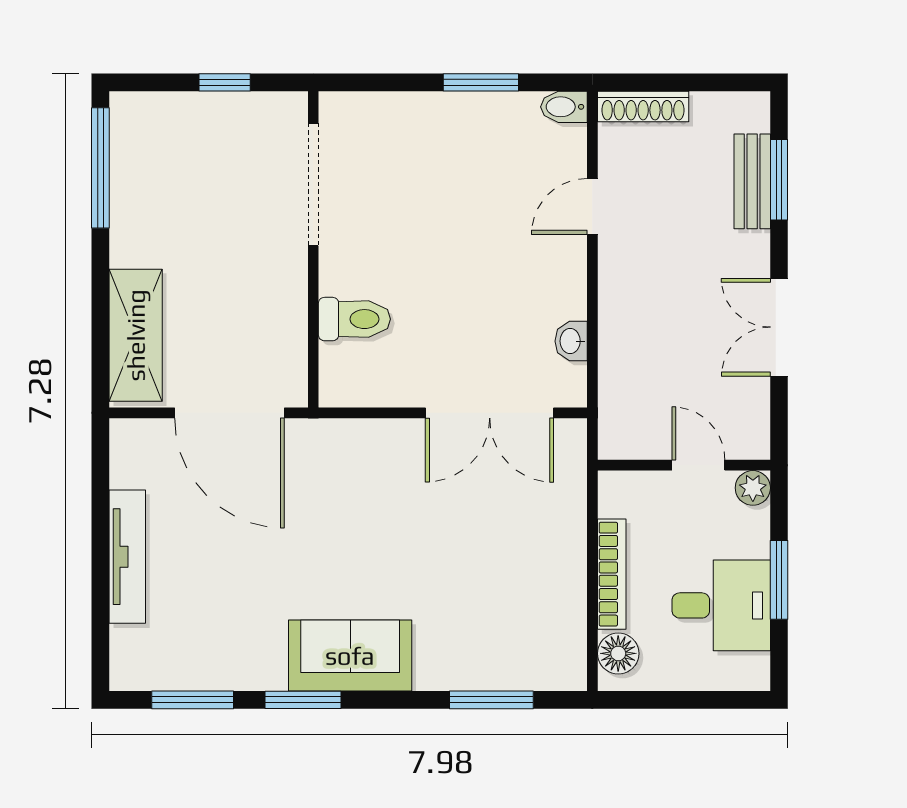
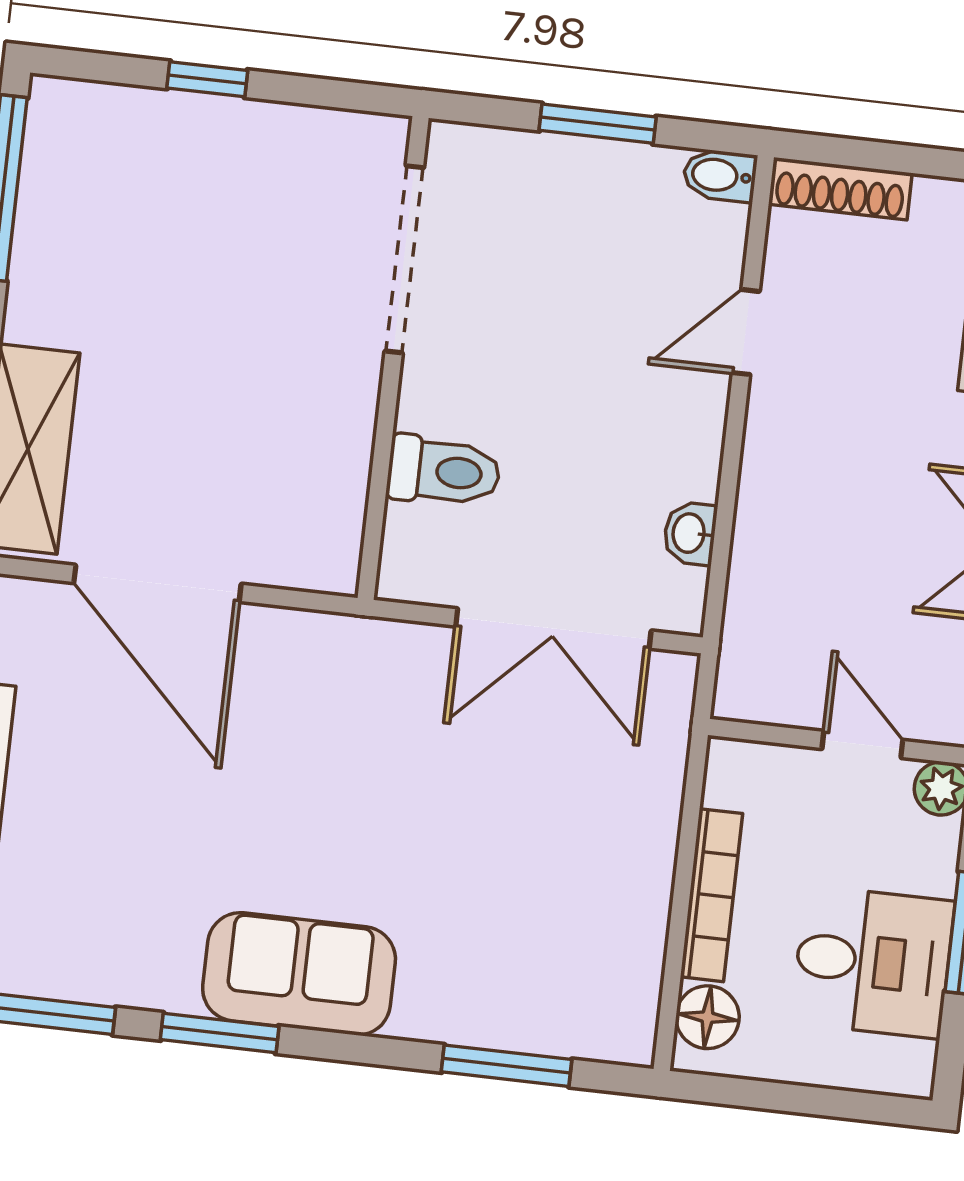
doorway: (313, 185) -> (404, 259), moved
wall: (313, 249) -> (393, 358), moved
toilet: (354, 319) -> (444, 471), moved

